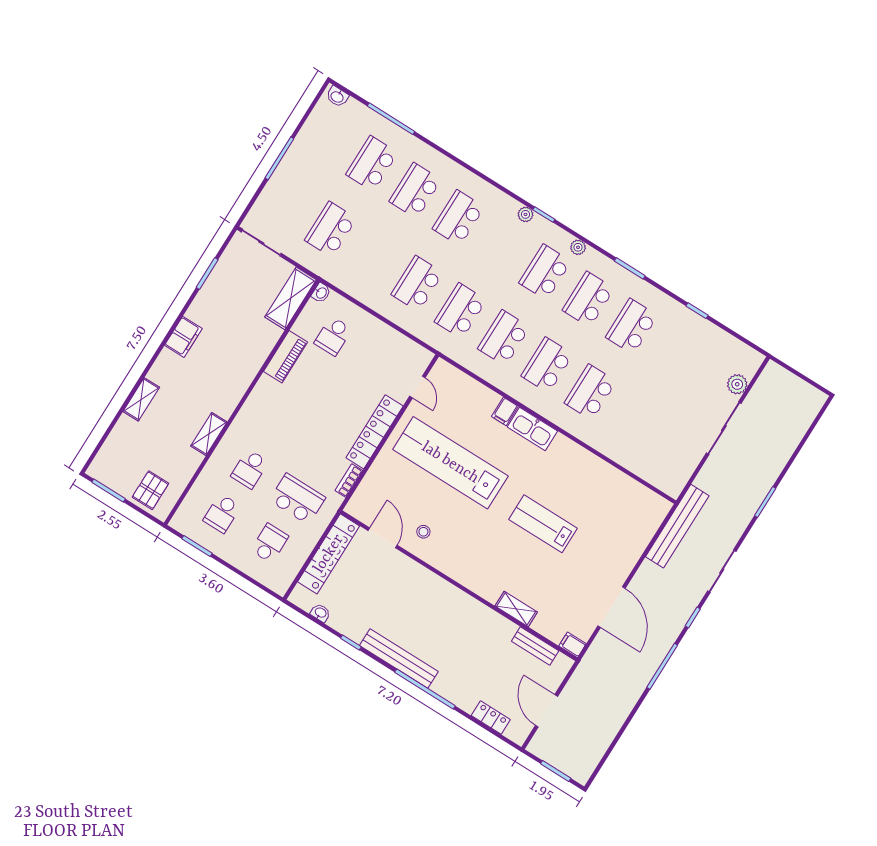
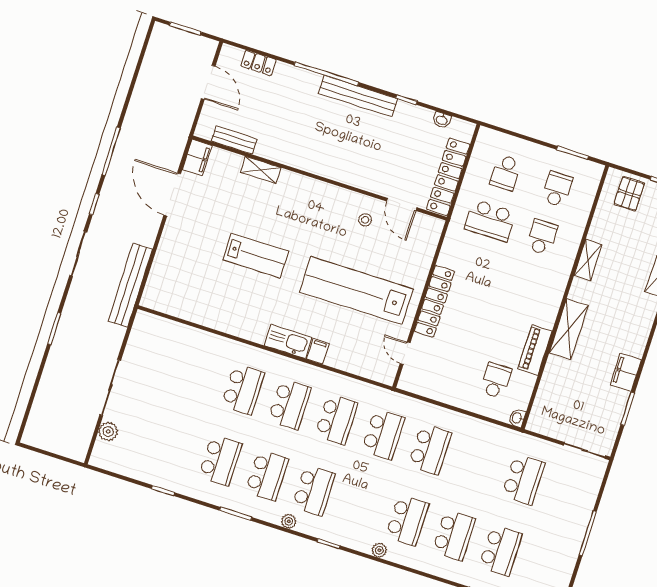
plant: (525, 214) -> (379, 550), moved
shelving: (291, 298) -> (569, 329), moved
filing cabinet: (183, 337) -> (626, 372), moved
lab bench: (450, 463) -> (356, 291), turned 180
bookcase: (349, 481) -> (447, 250), removed
filing cabinet: (572, 645) -> (197, 157), width x2.00

